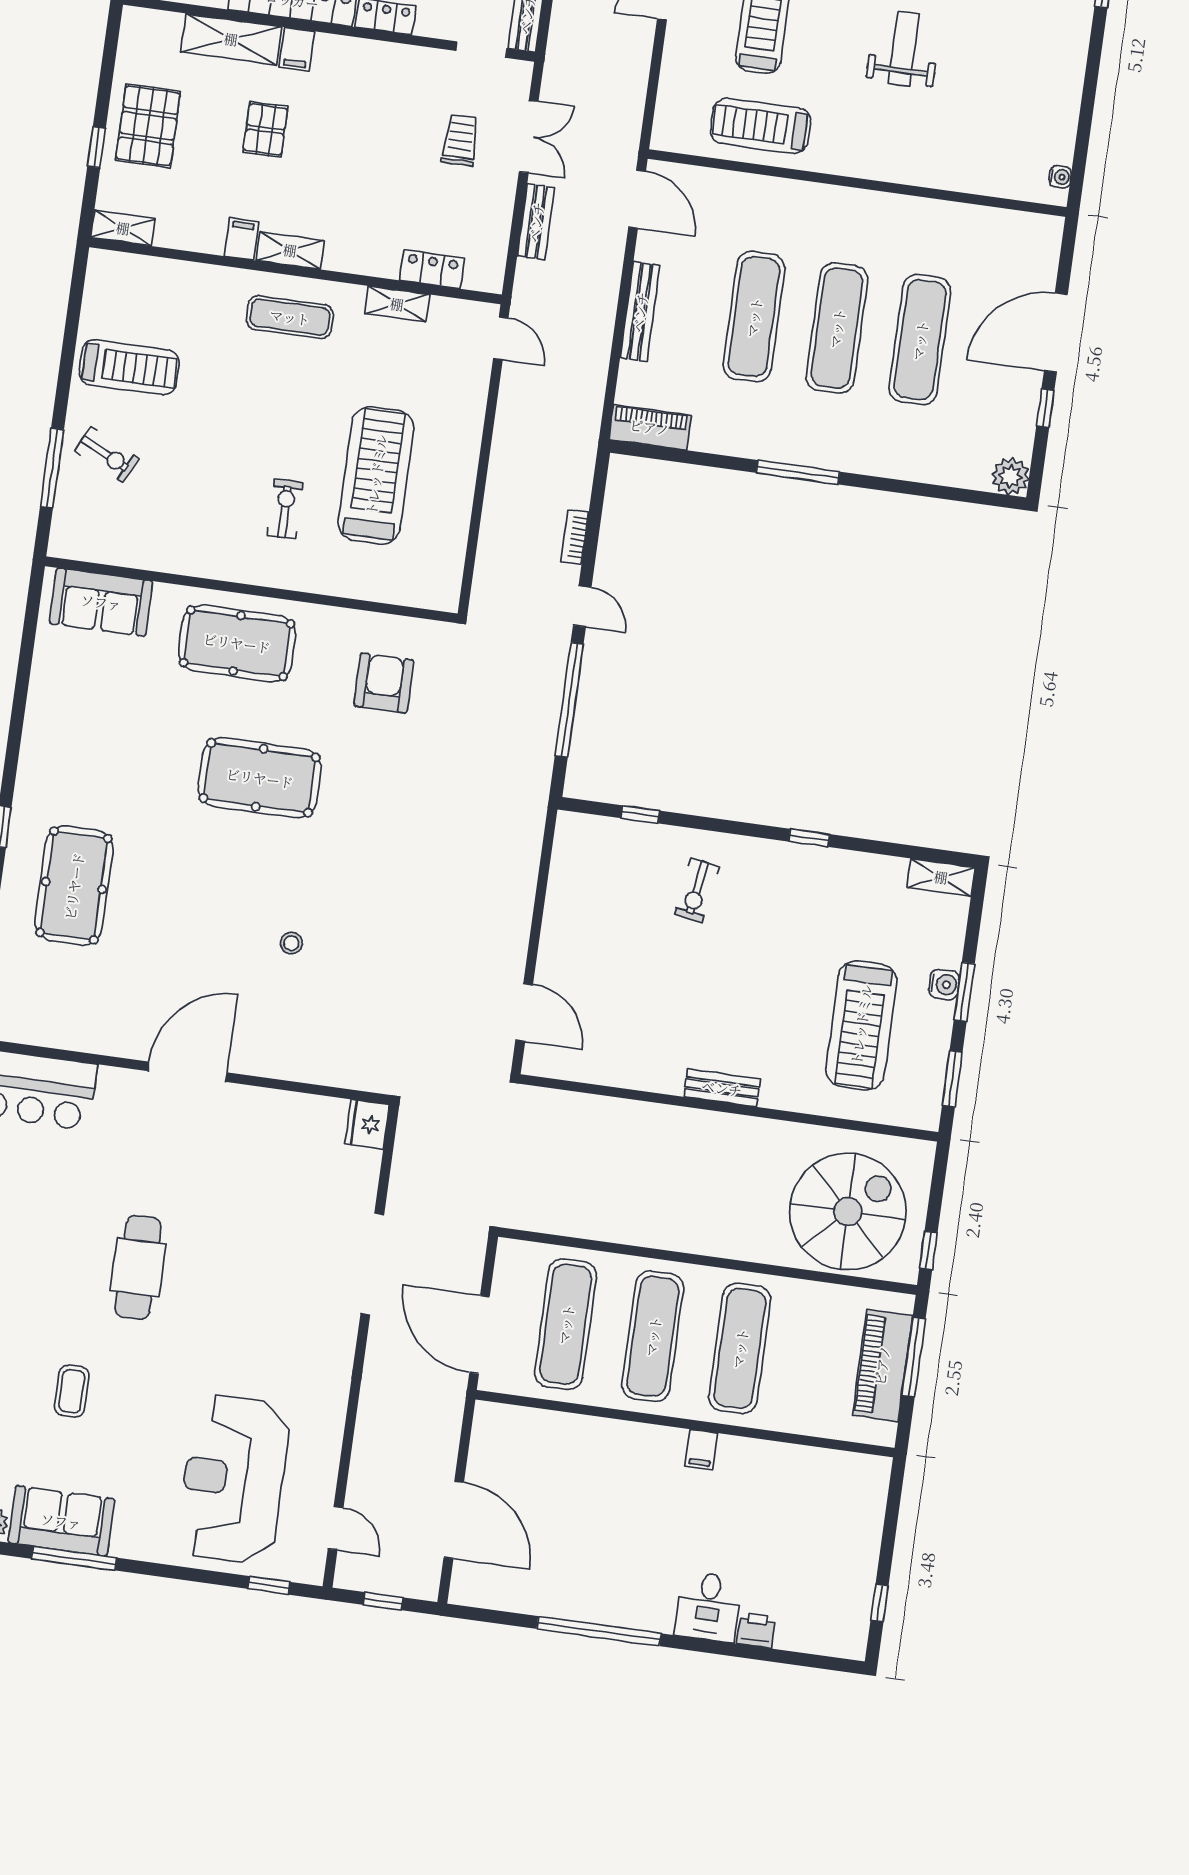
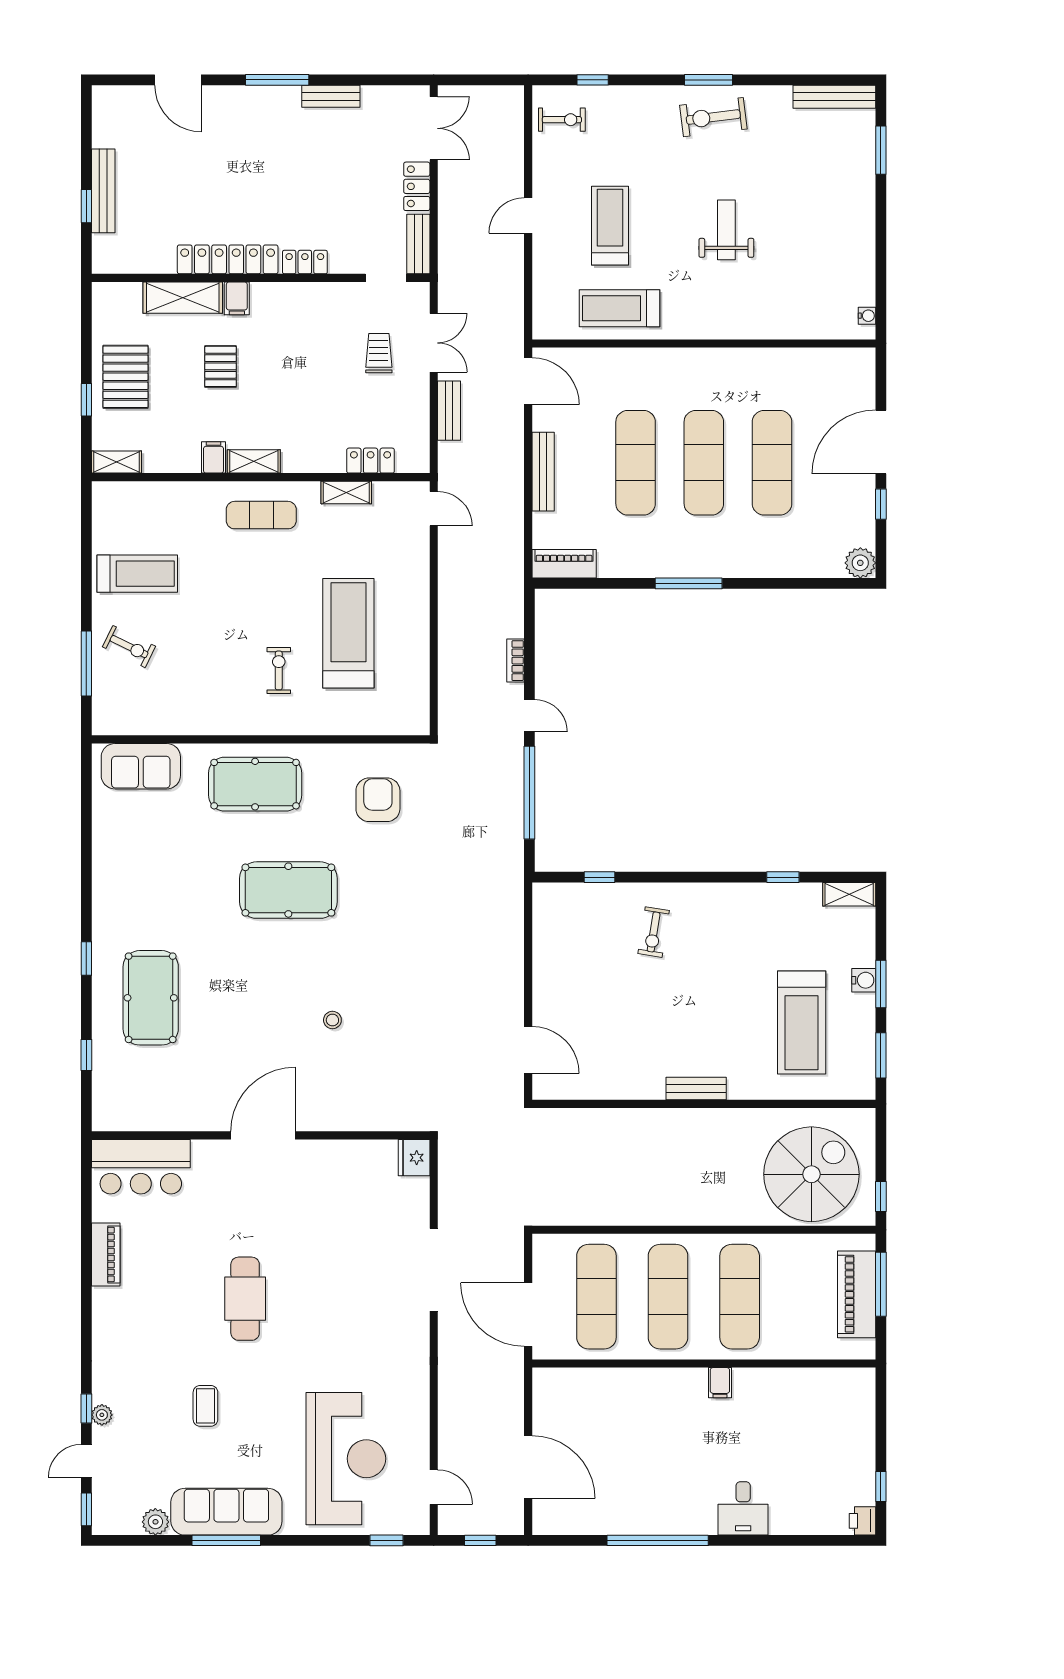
window: (809, 838) -> (783, 877), moved
reception desk: (233, 1479) -> (346, 1459), turned 180
sofa: (61, 1521) -> (226, 1512), width x1.36
printer: (756, 1630) -> (863, 1521), moved, turned -90

